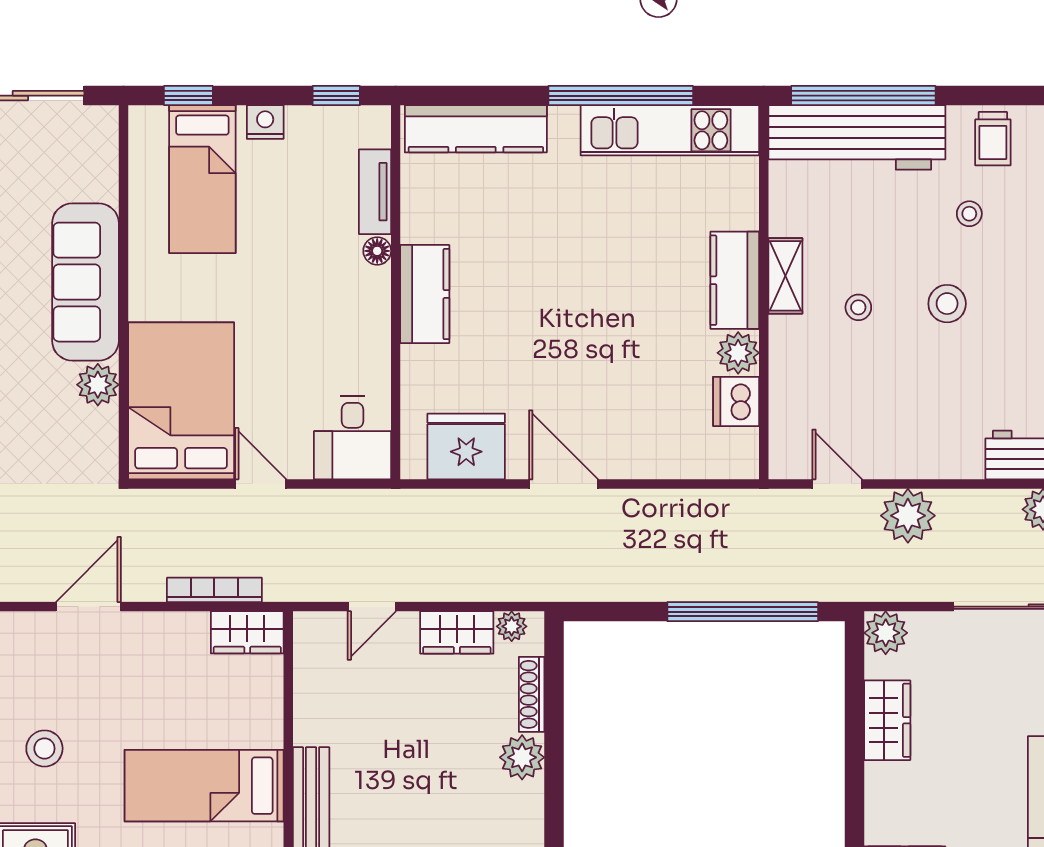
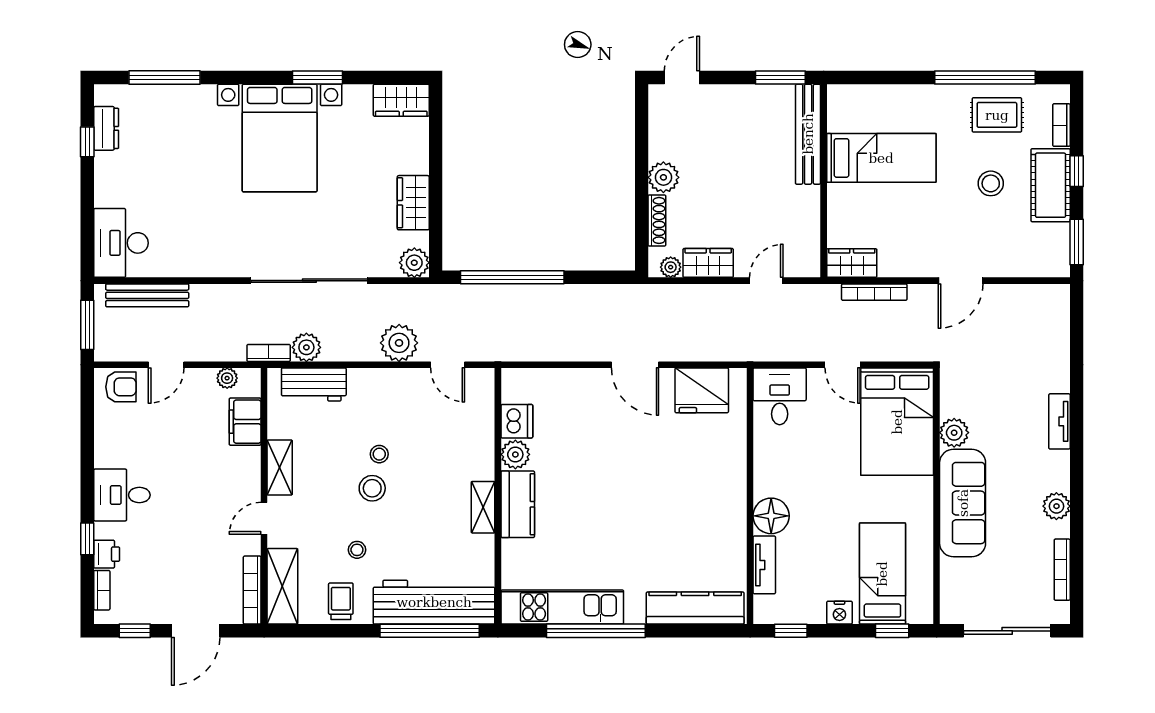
floor lamp: (377, 251) -> (771, 516), width x1.89, depth x1.89
kitchen counter: (425, 294) -> (730, 495), removed
stool: (858, 307) -> (379, 454), moved

